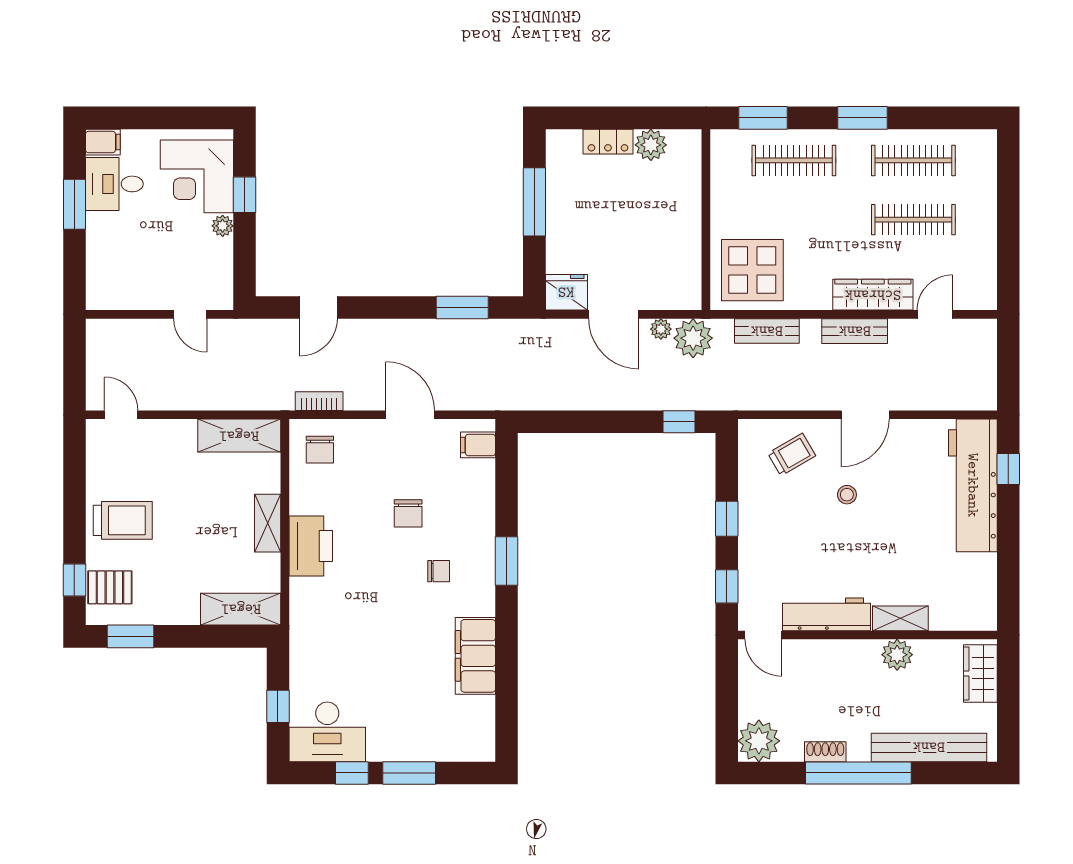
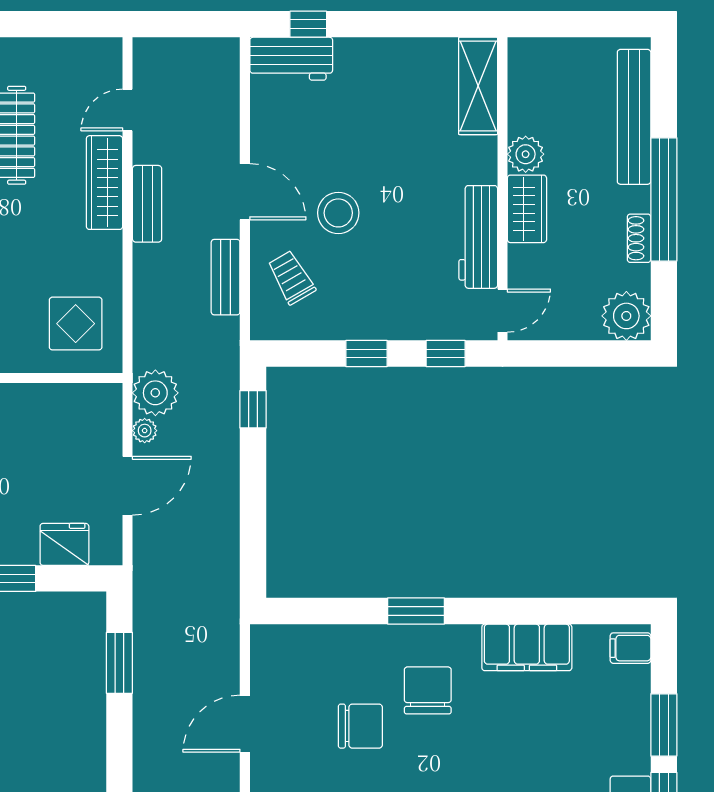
display table: (752, 270) -> (76, 324), width x0.73, depth x0.73
fridge: (566, 292) -> (64, 544), moved, turned 90
door: (935, 314) -> (128, 110), hinge flipped
bench: (767, 331) -> (226, 277), moved
filing cabinet: (478, 445) -> (630, 648), moved, turned 90
workbench: (973, 485) -> (291, 59), width x0.53, depth x0.76
stool: (847, 495) -> (338, 213), width x1.89, depth x1.89
chair: (408, 513) -> (360, 726), width x1.37, depth x1.37
chair: (439, 571) -> (428, 690), width x1.87, depth x1.87
shelving: (900, 618) -> (478, 86), moved, width x1.50, depth x1.33
wardrobe: (980, 673) -> (527, 209), moved, turned -90

